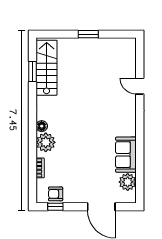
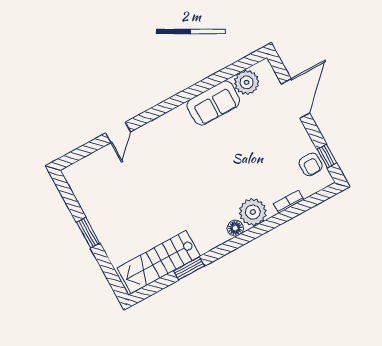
window: (32, 72) -> (189, 268), moved

